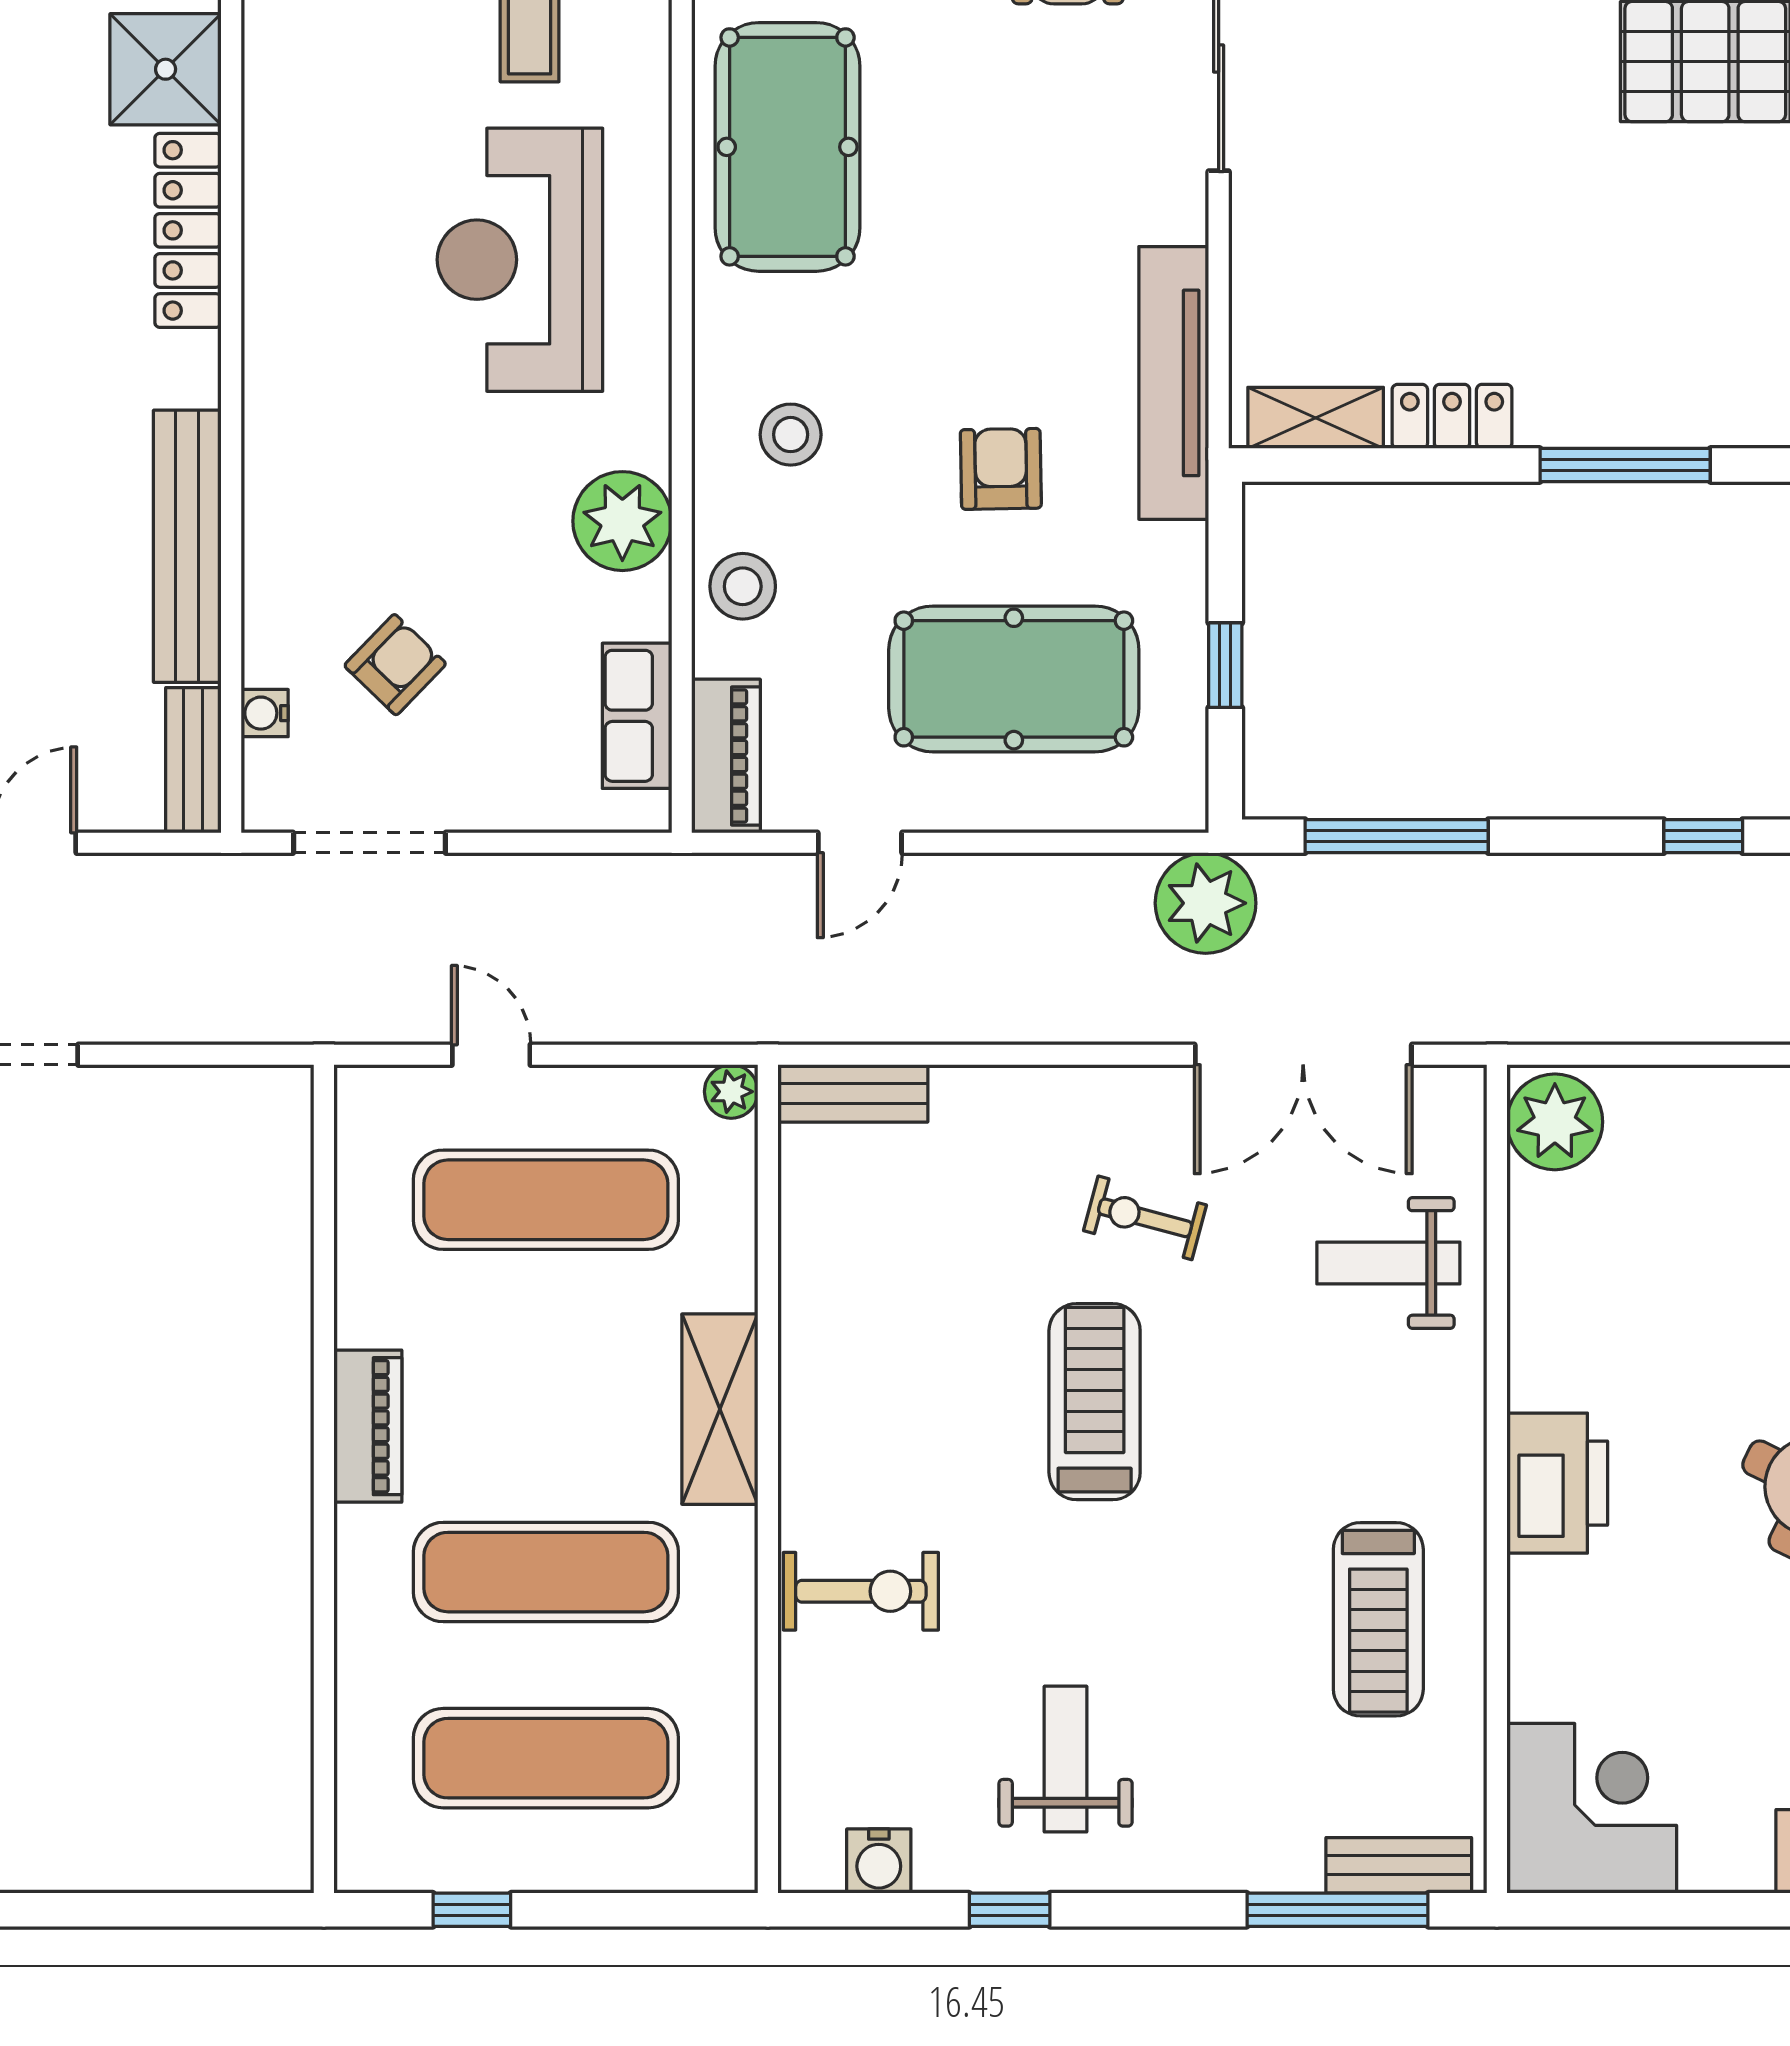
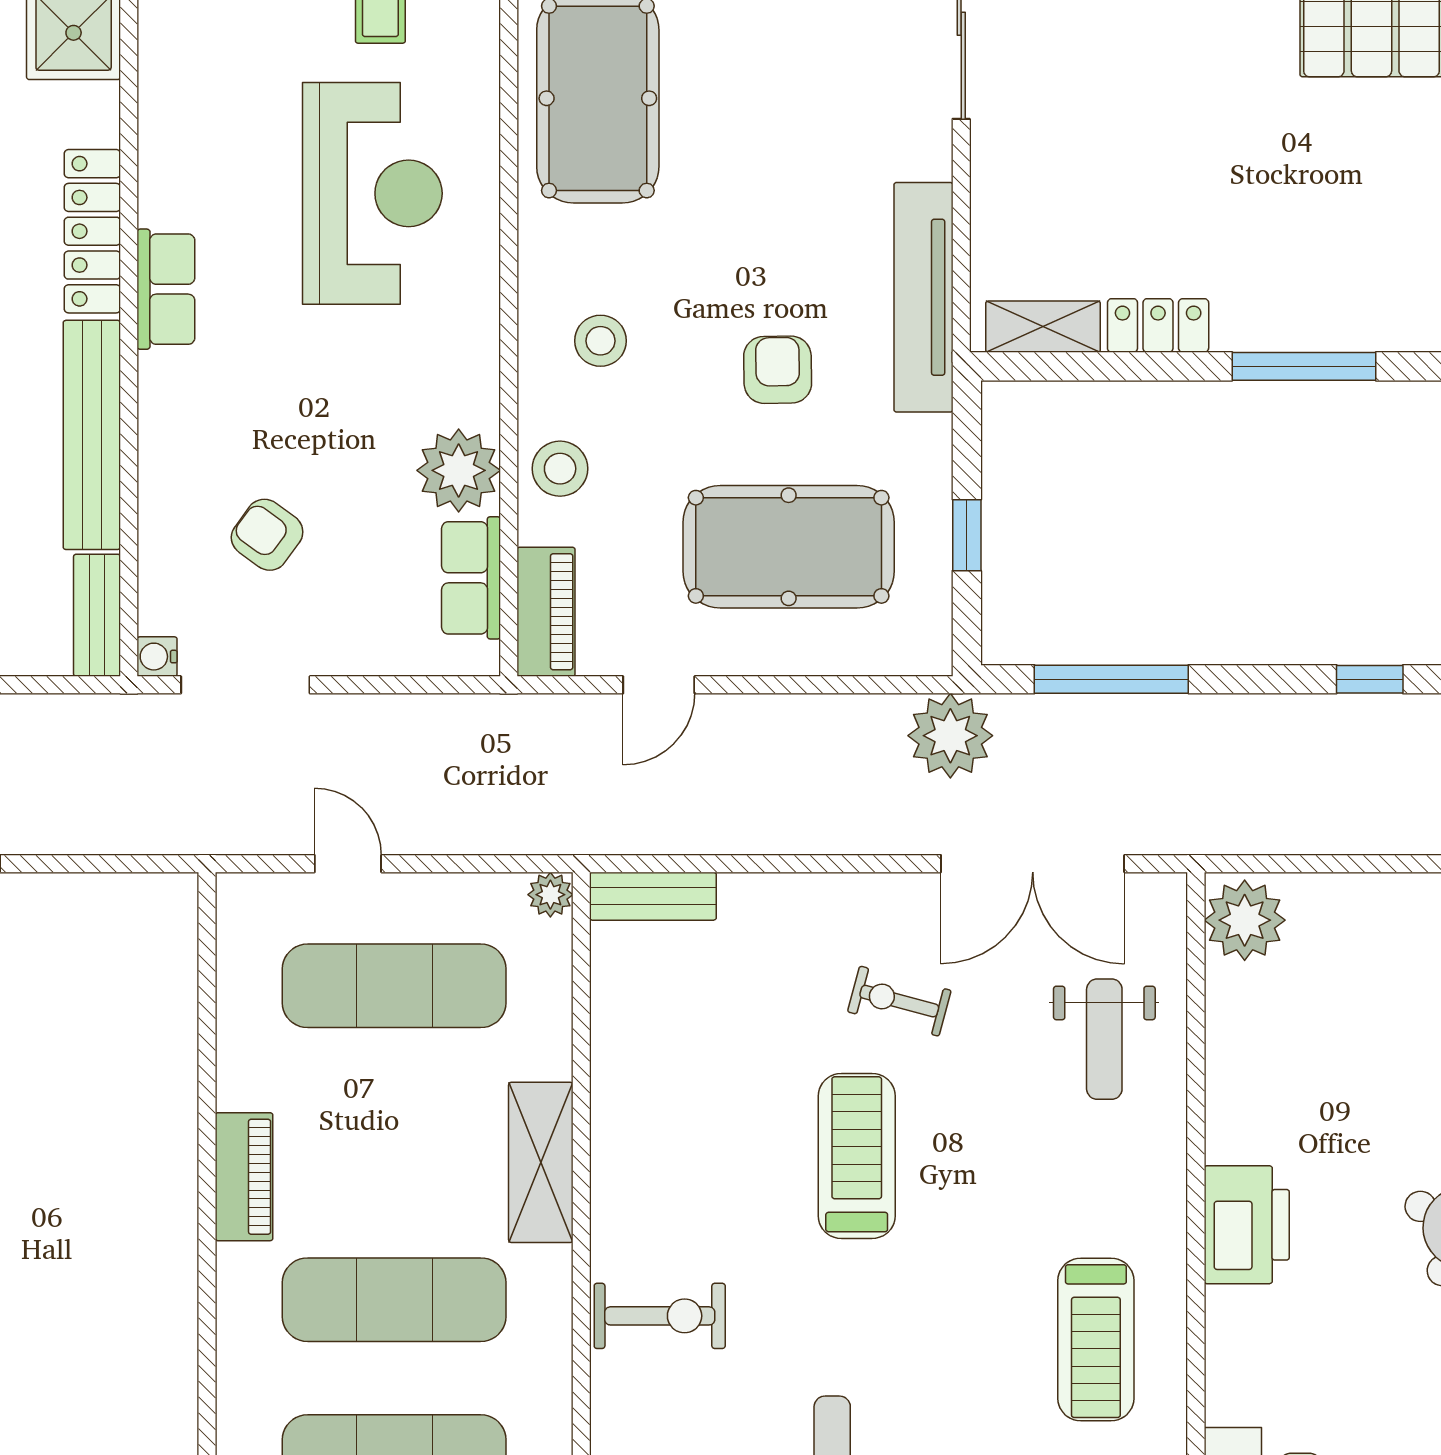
locker: (188, 230) -> (92, 231), moved
reception desk: (520, 260) -> (372, 193), turned 180
row of seats: (275, 373) -> (166, 289), added
plant: (622, 521) -> (459, 470), moved
armchair: (395, 665) -> (267, 535), turned -98
water cooler: (265, 713) -> (157, 657), moved
weight bench: (1388, 1263) -> (1104, 1039), turned -90

